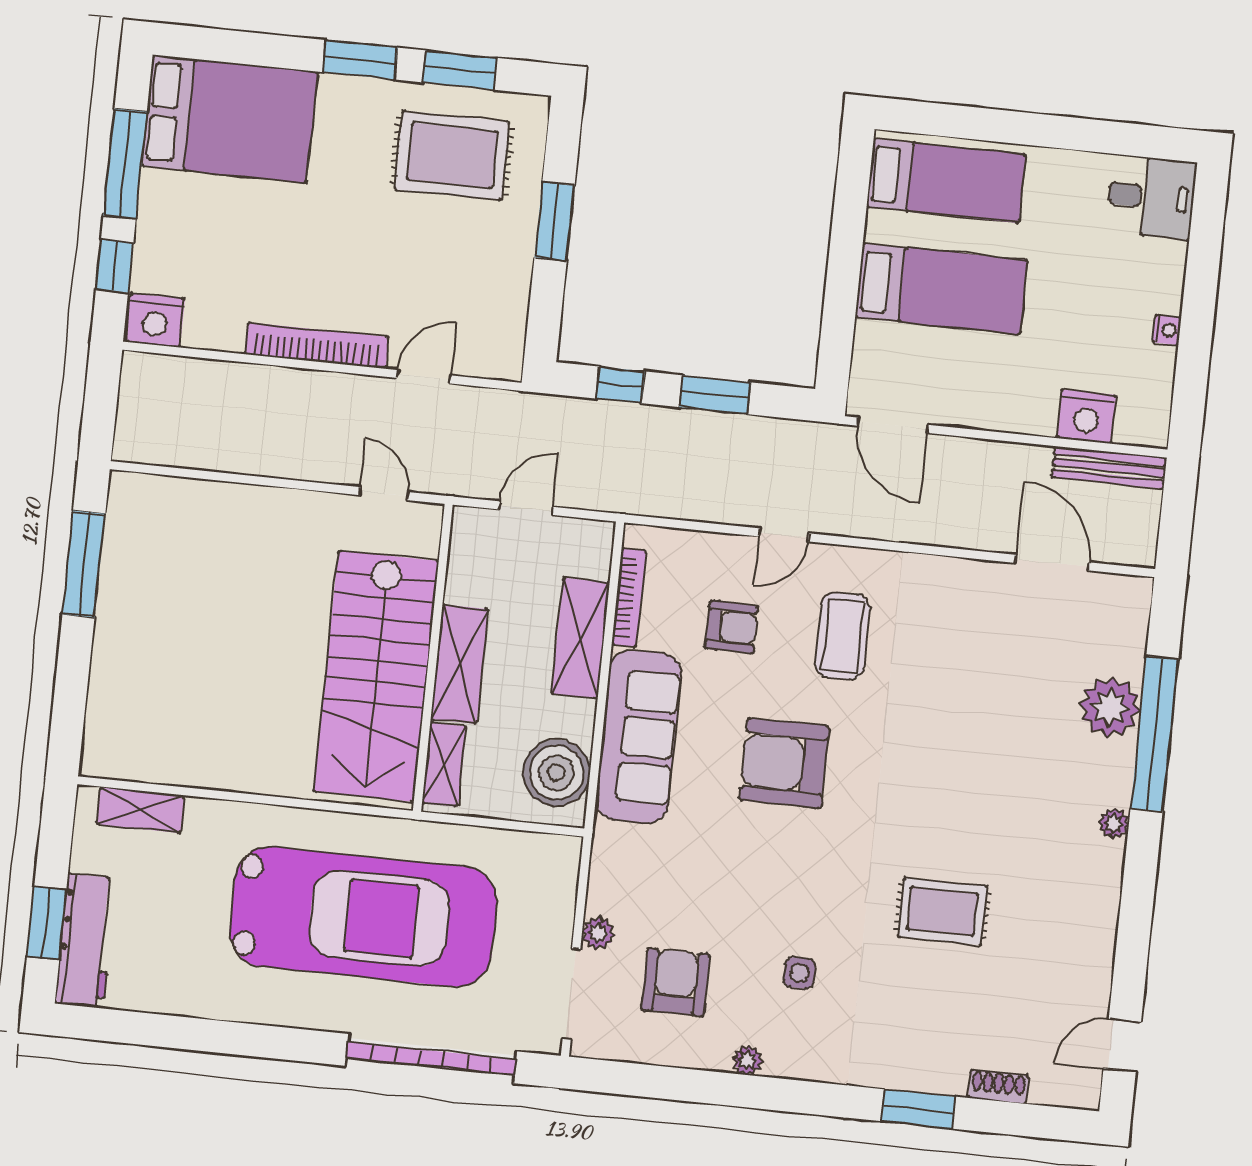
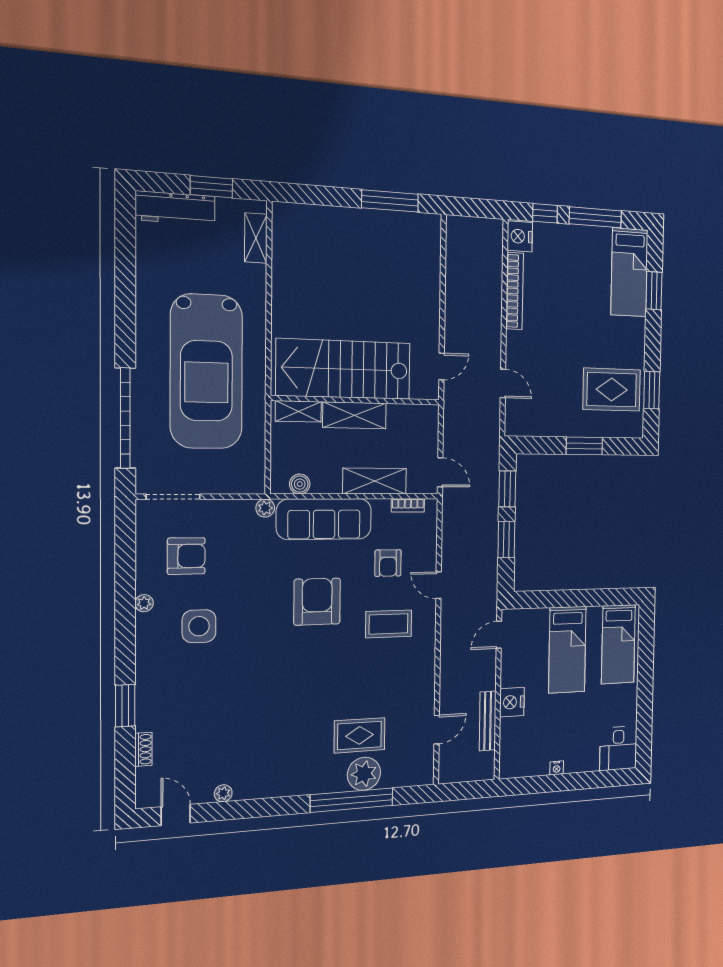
window: (360, 60) -> (654, 291), moved
bed: (229, 119) -> (629, 272), width x0.67
rug: (452, 156) -> (612, 390), turned 90
bookcase: (317, 346) -> (515, 291), moved
window: (621, 385) -> (507, 489), width x1.50
nightstand: (1086, 417) -> (512, 702), moved
door: (893, 425) -> (499, 635), width x0.73
bench: (1109, 467) -> (488, 721), moved
door: (526, 508) -> (440, 472), moved
door: (1052, 563) -> (437, 730), width x0.73
bookcase: (629, 598) -> (408, 505), width x0.64
boiler: (556, 773) -> (300, 484), width x0.54, depth x0.54
plant: (1114, 823) -> (223, 793), moved
rug: (942, 911) -> (360, 735), moved, turned 90
window: (47, 923) -> (211, 187), moved
plant: (598, 933) -> (265, 508), moved
side table: (800, 973) -> (199, 626), width x1.87, depth x1.87

